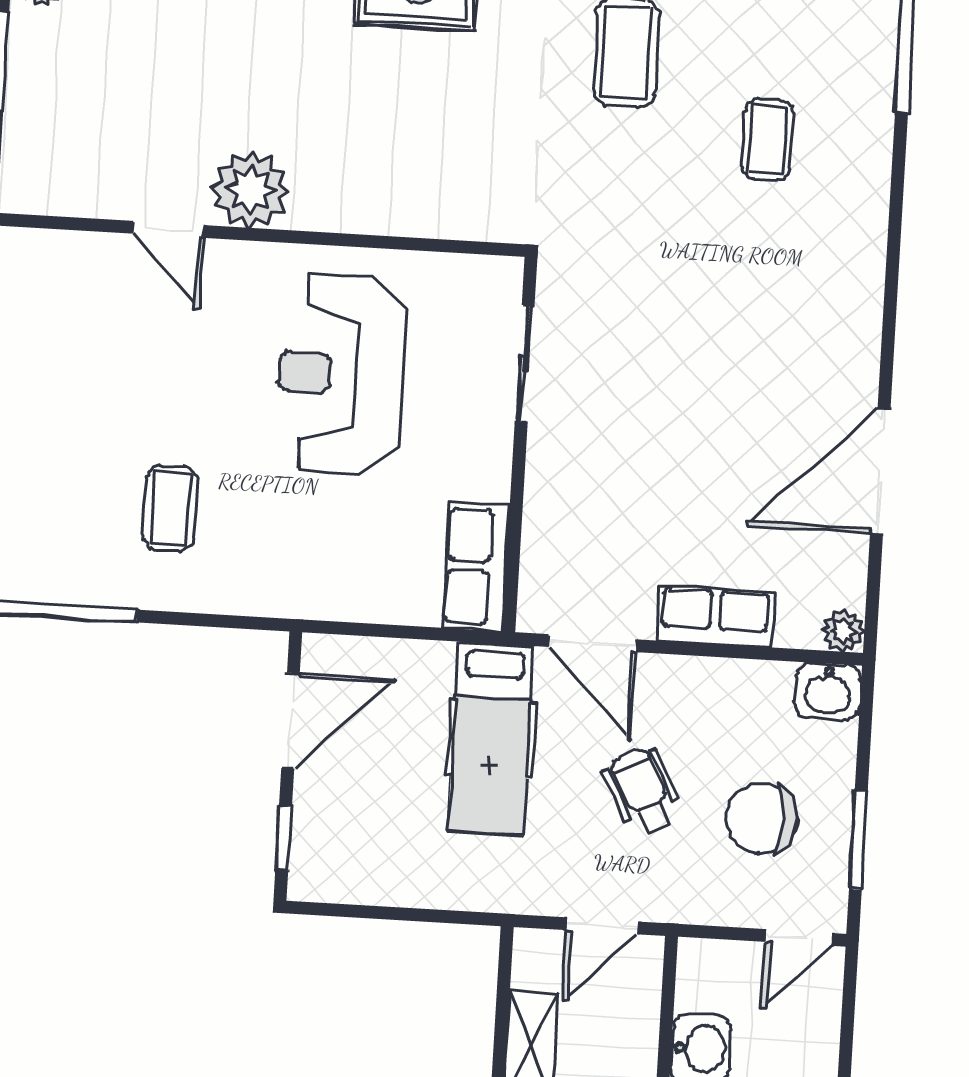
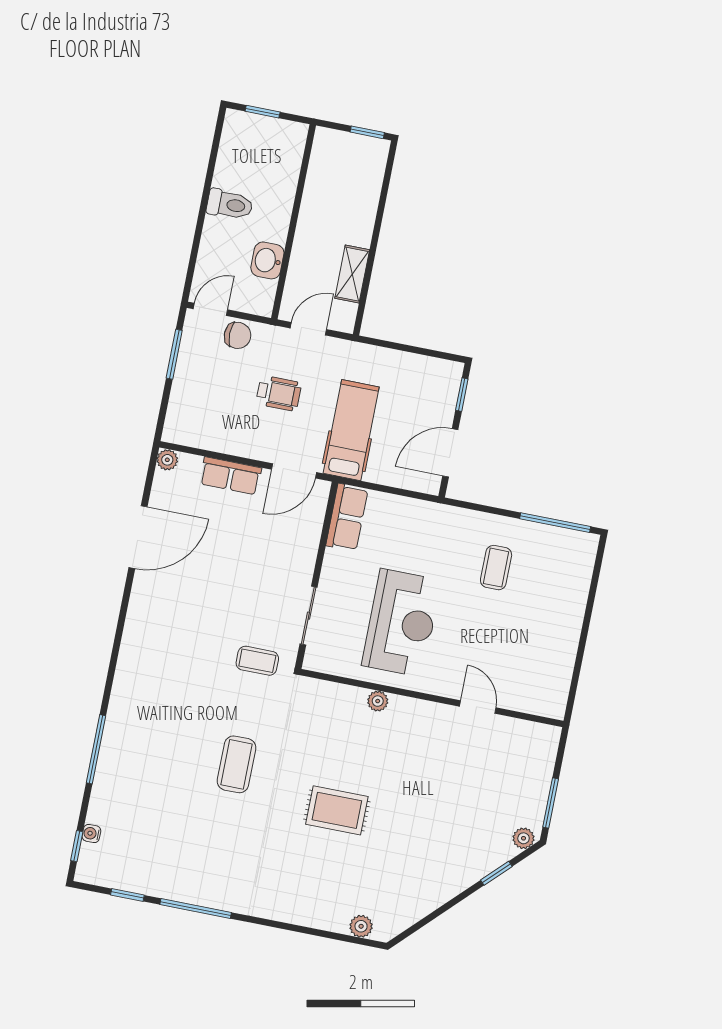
coffee table: (767, 140) -> (257, 661), moved, turned 90
plant: (251, 190) -> (378, 701), moved, width x0.53, depth x0.53
door: (592, 643) -> (294, 471), swing flipped
washbasin: (828, 691) -> (179, 431), removed
wheelchair: (643, 791) -> (279, 393), turned -63
chair: (761, 818) -> (238, 335), moved, width x0.73, depth x0.73

